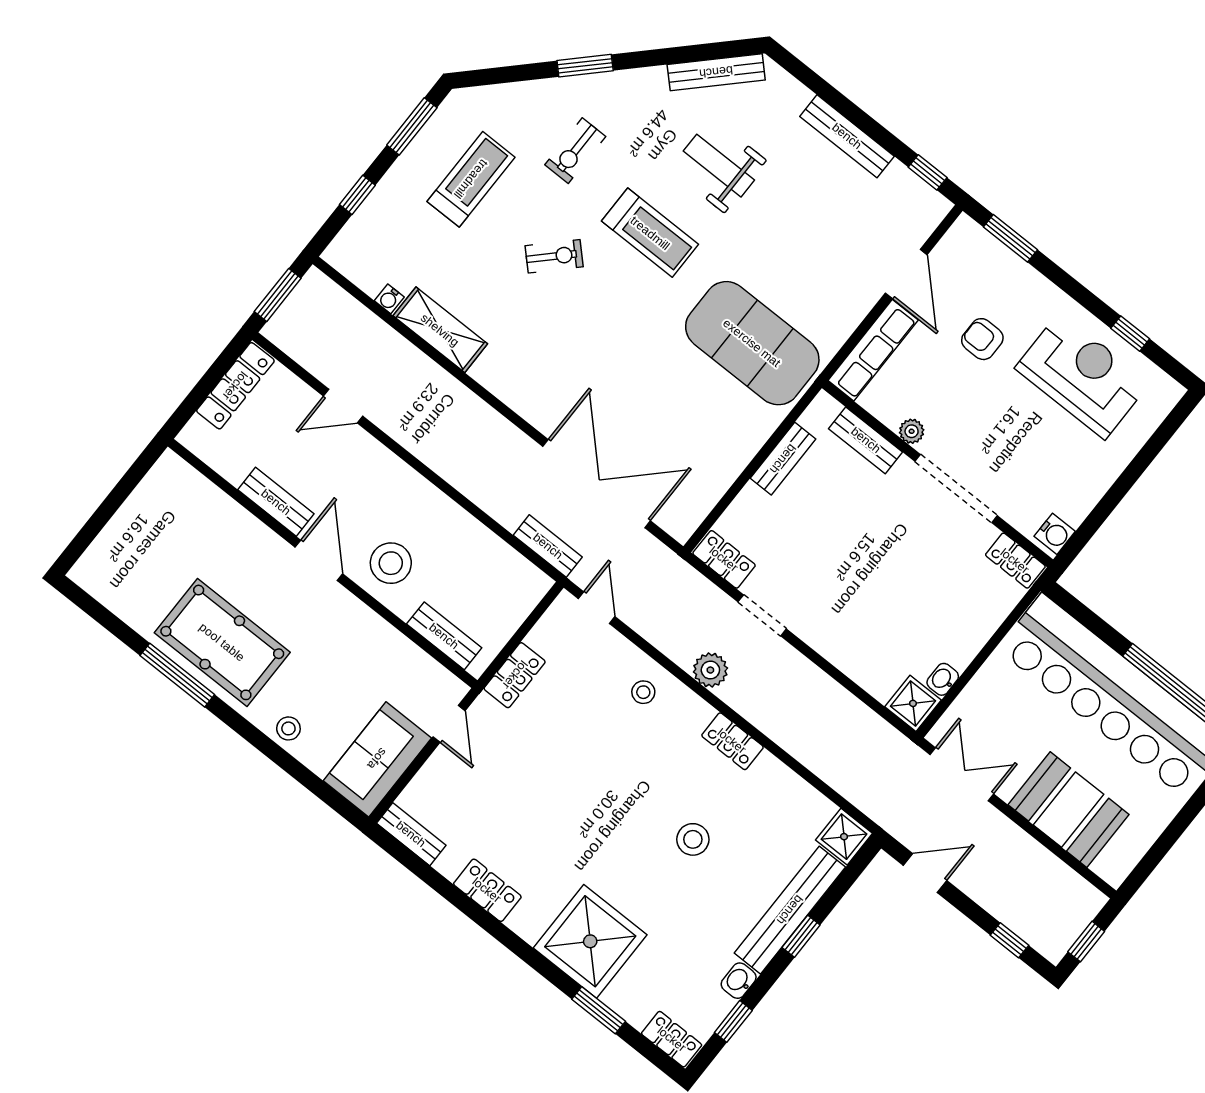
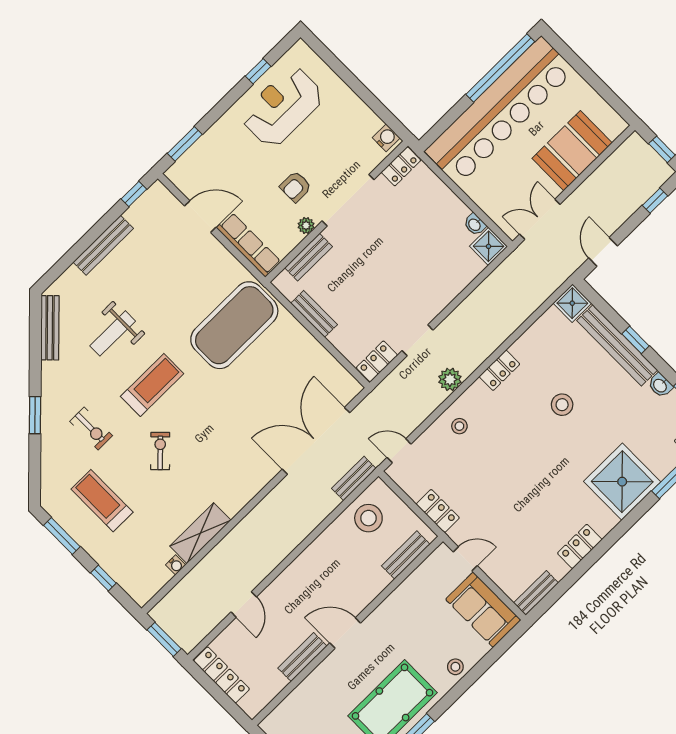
armchair: (982, 339) -> (296, 187), moved
stool: (391, 563) -> (368, 518), moved

